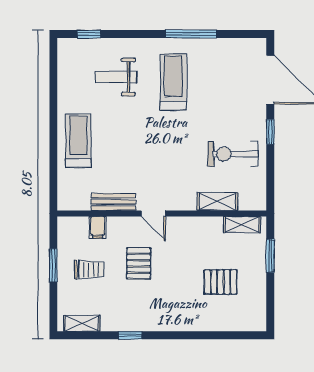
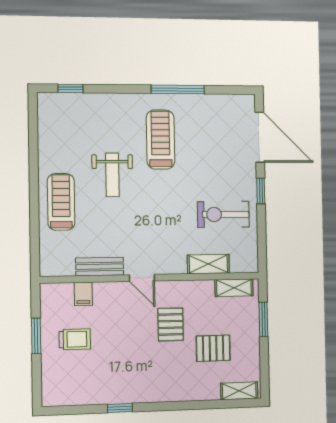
weight bench: (116, 77) -> (112, 175), moved, turned -90
pallet: (139, 263) -> (171, 324), moved
shelving: (82, 323) -> (239, 391), moved

